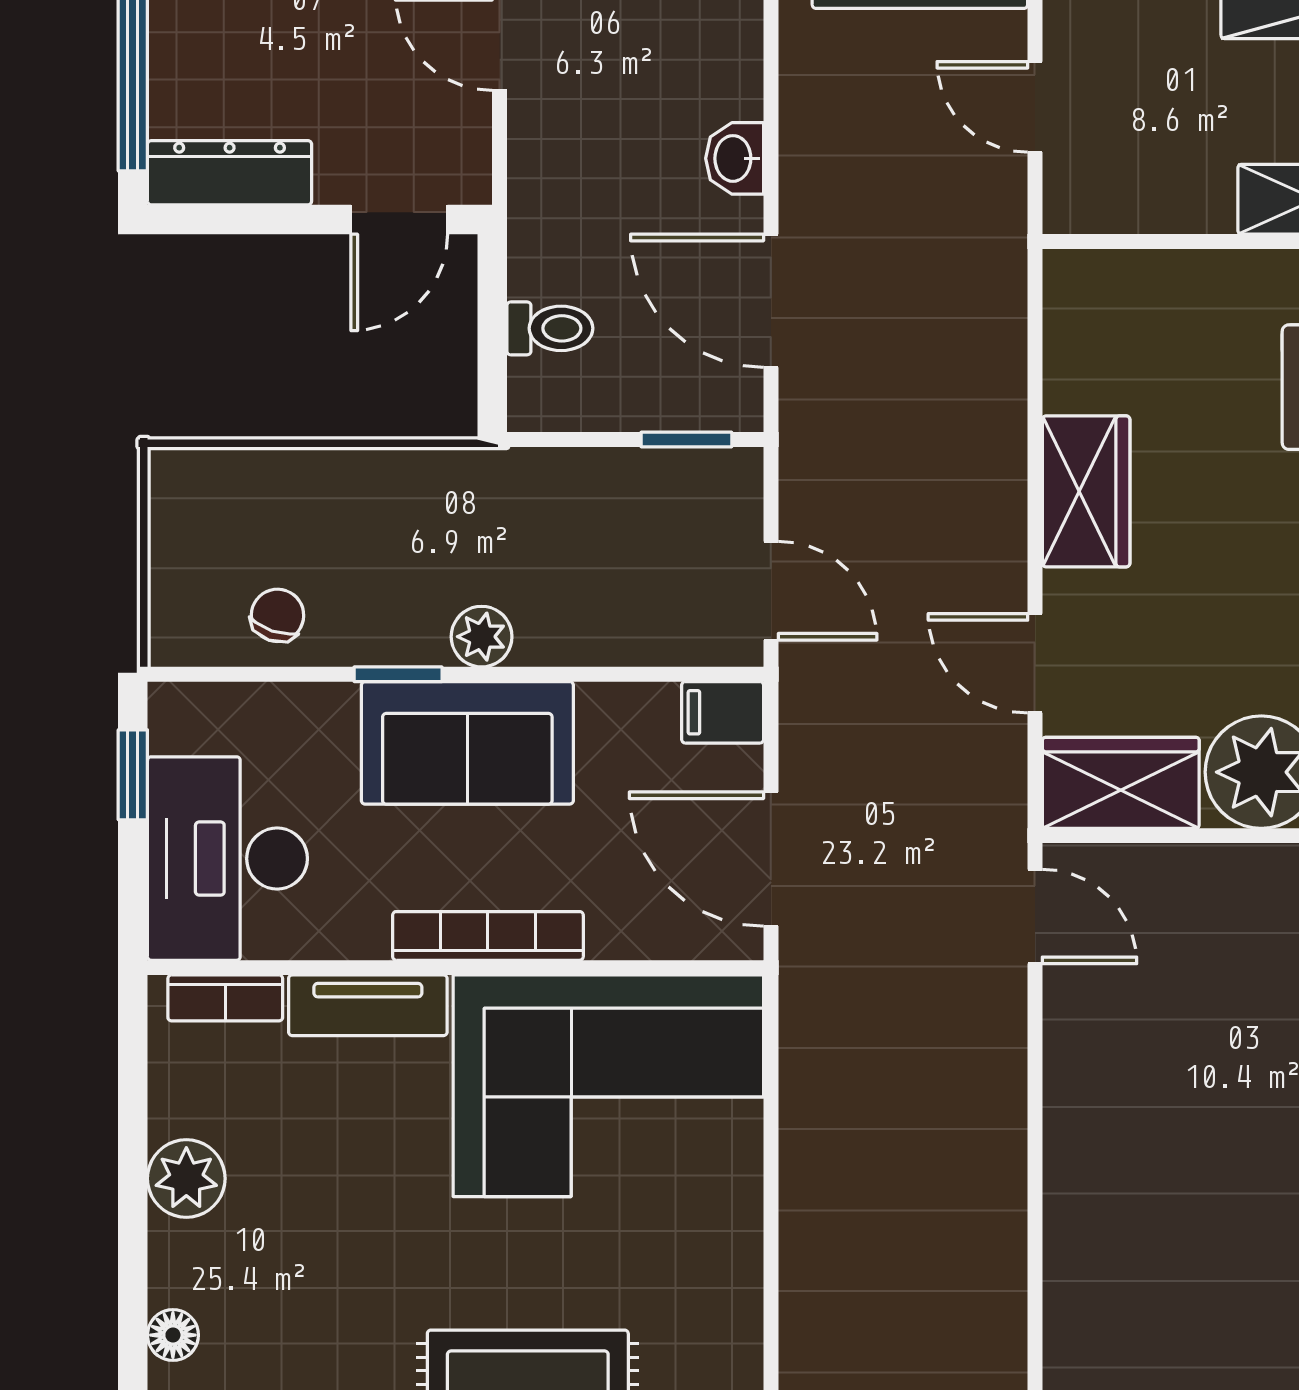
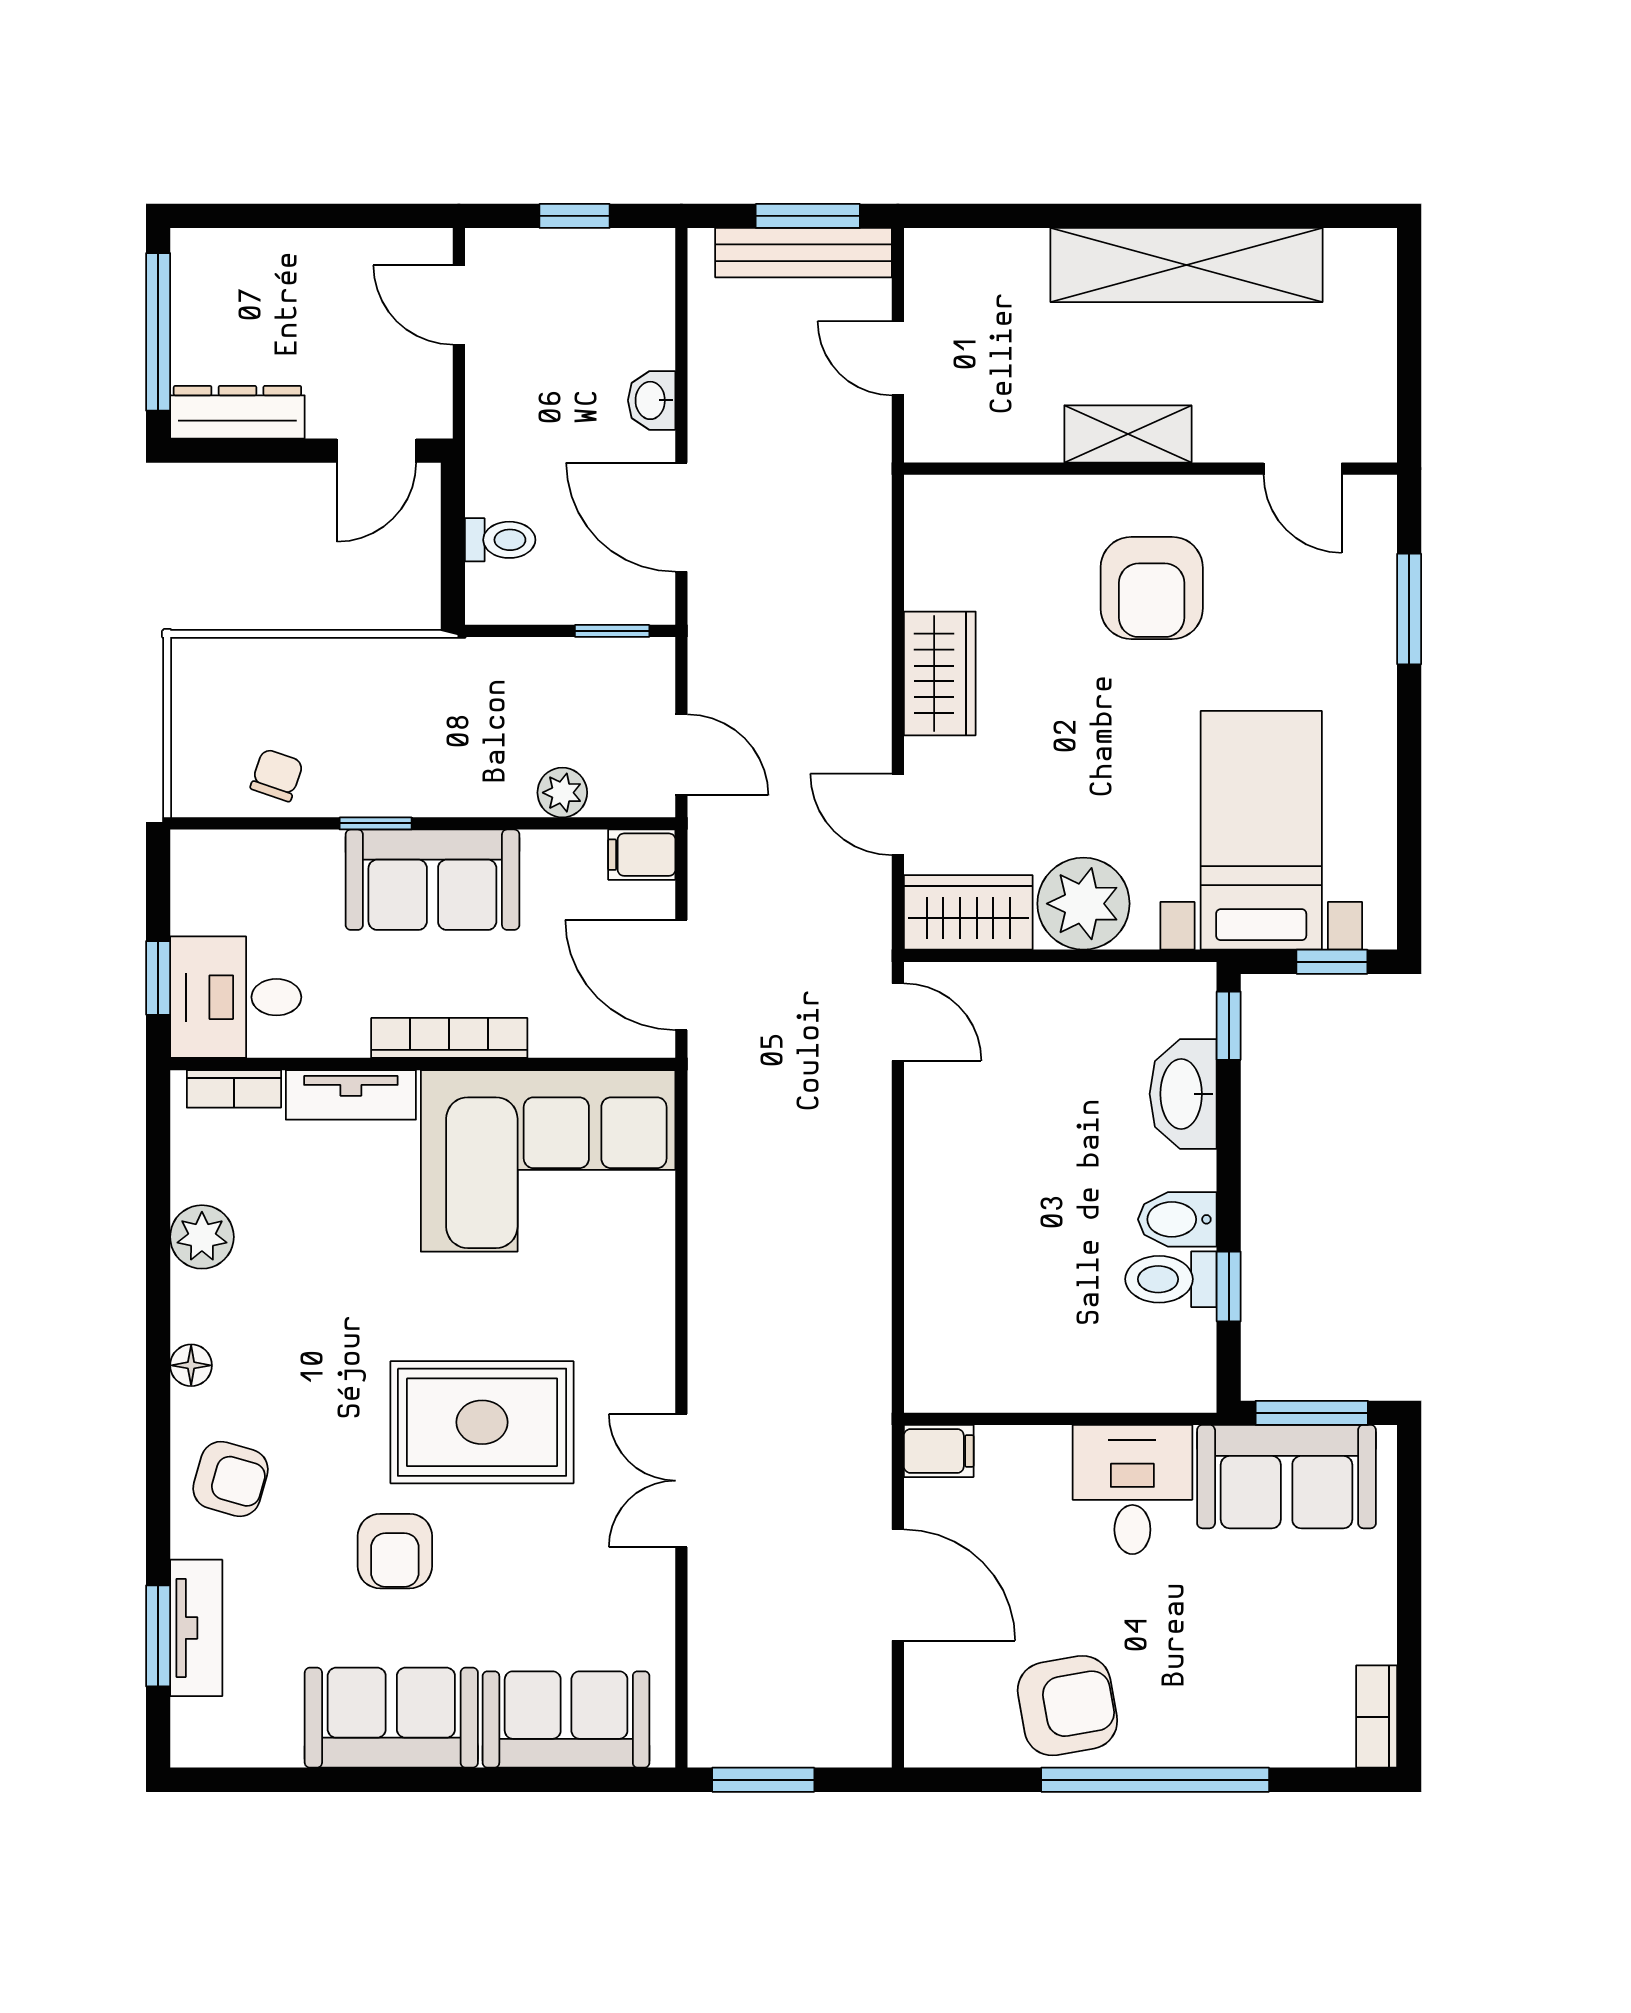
plant: (482, 637) -> (562, 793), moved
window: (133, 775) -> (158, 978), moved
desk: (227, 859) -> (236, 997), width x0.73

